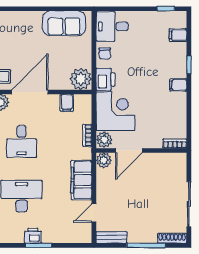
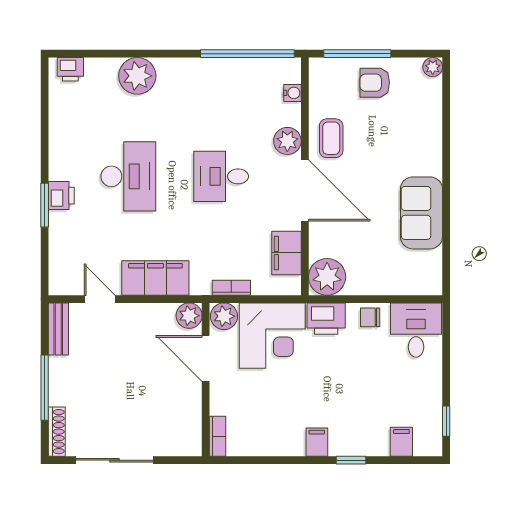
sofa: (64, 23) -> (421, 213), moved
filing cabinet: (67, 103) -> (287, 253), width x2.00

